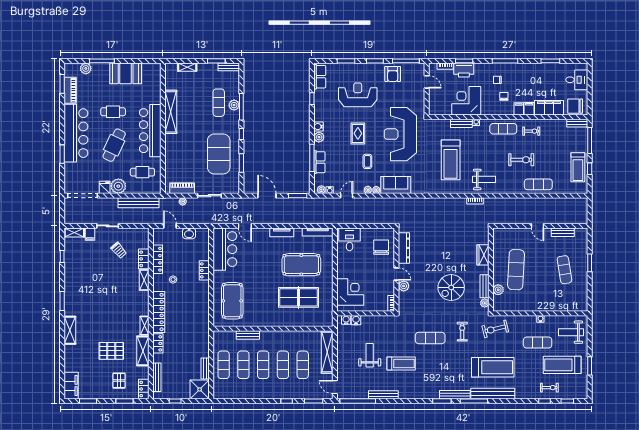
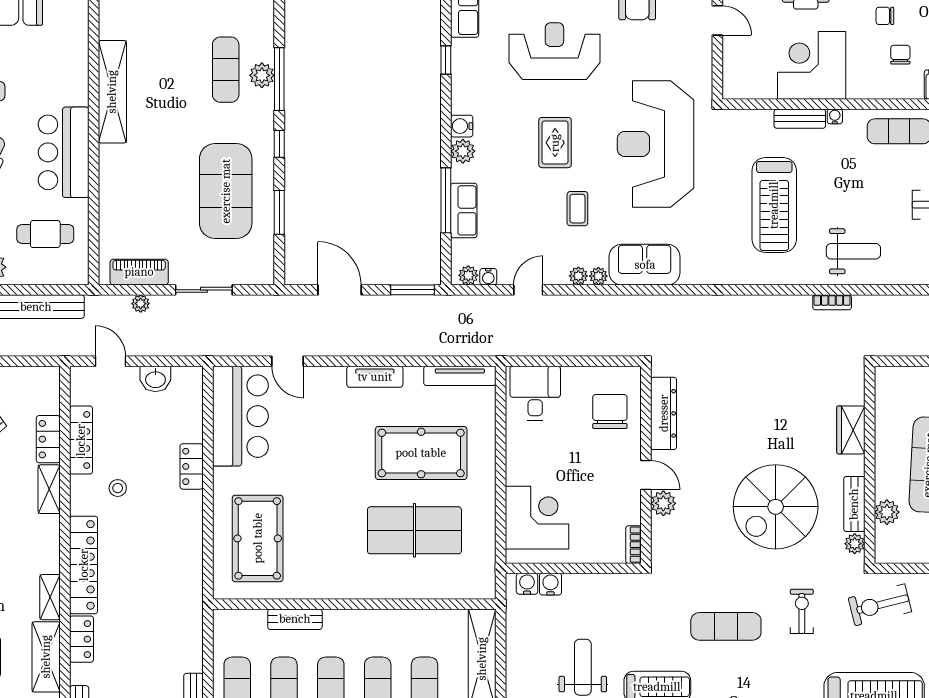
bar counter: (150, 131) -> (64, 152), width x0.73
spiral stairs: (451, 287) -> (776, 507), width x1.37, depth x1.37

